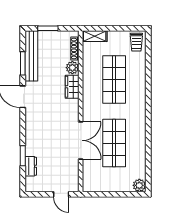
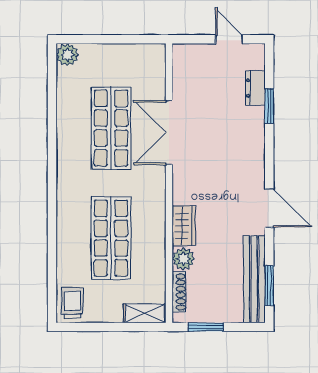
window: (48, 28) -> (206, 327), moved
window: (23, 63) -> (269, 286), moved
door: (61, 194) -> (229, 39), moved

